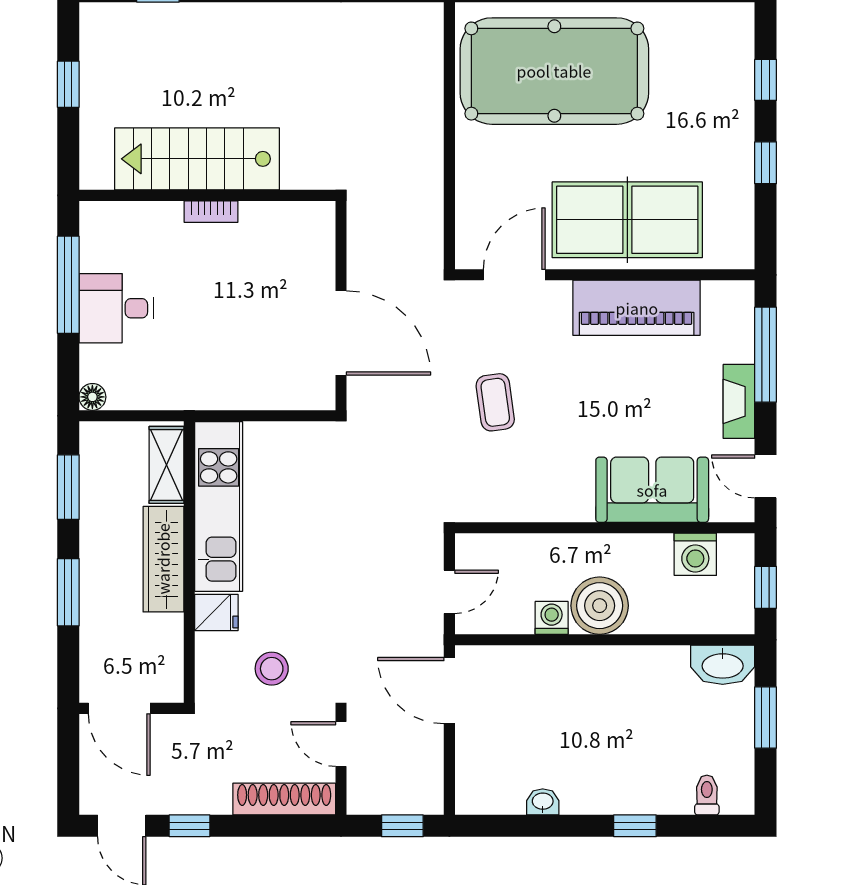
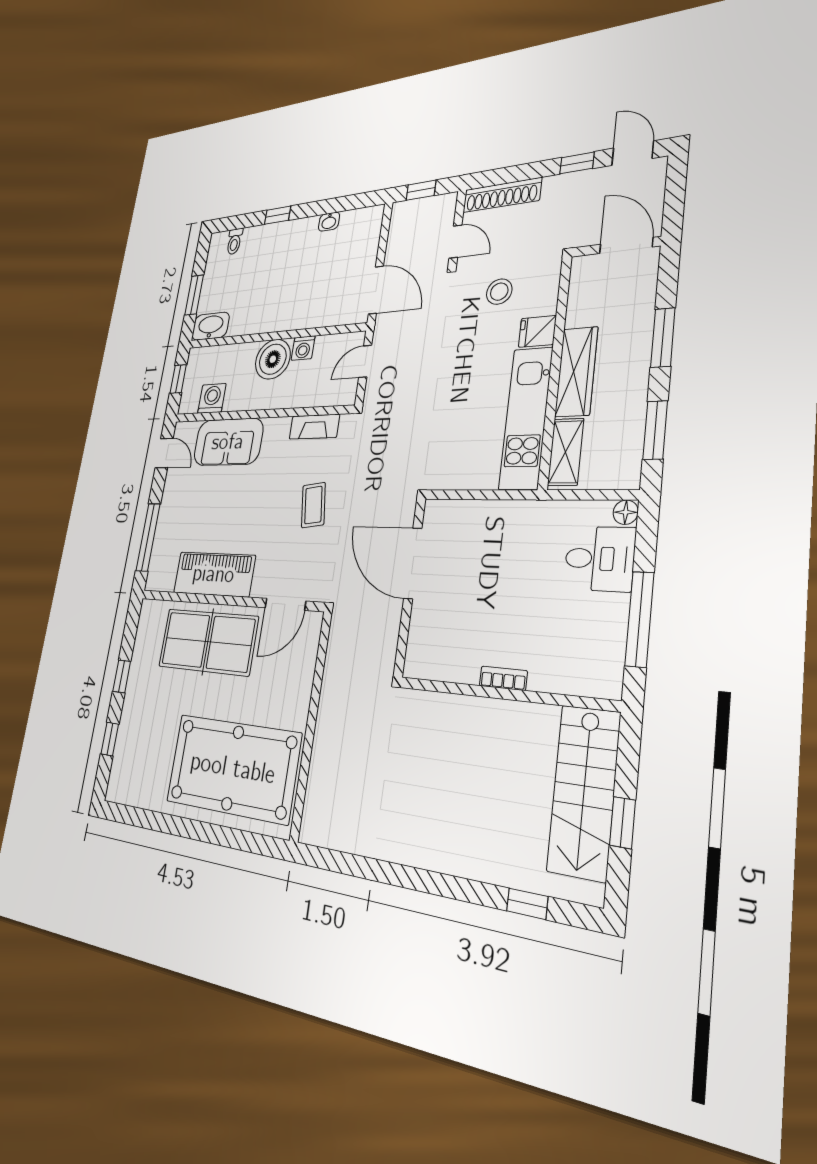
stairs: (197, 159) -> (584, 792), moved, turned 90
desk: (116, 308) -> (599, 559), moved
fireplace: (739, 401) -> (314, 427), moved, turned 90

